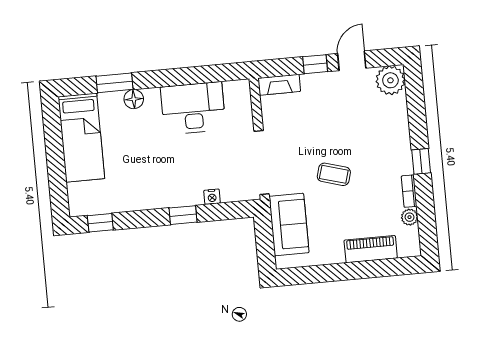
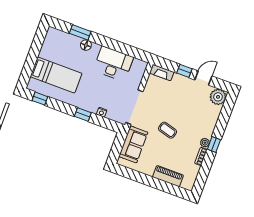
bed: (81, 138) -> (56, 75), moved, turned -90
plant: (410, 217) -> (205, 143), moved

